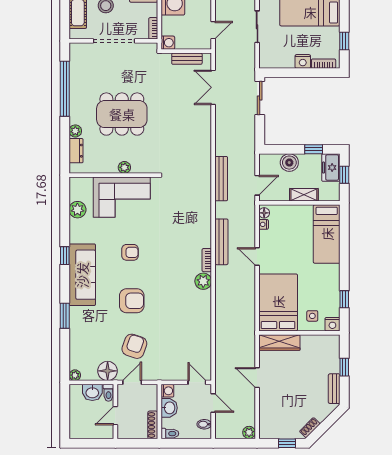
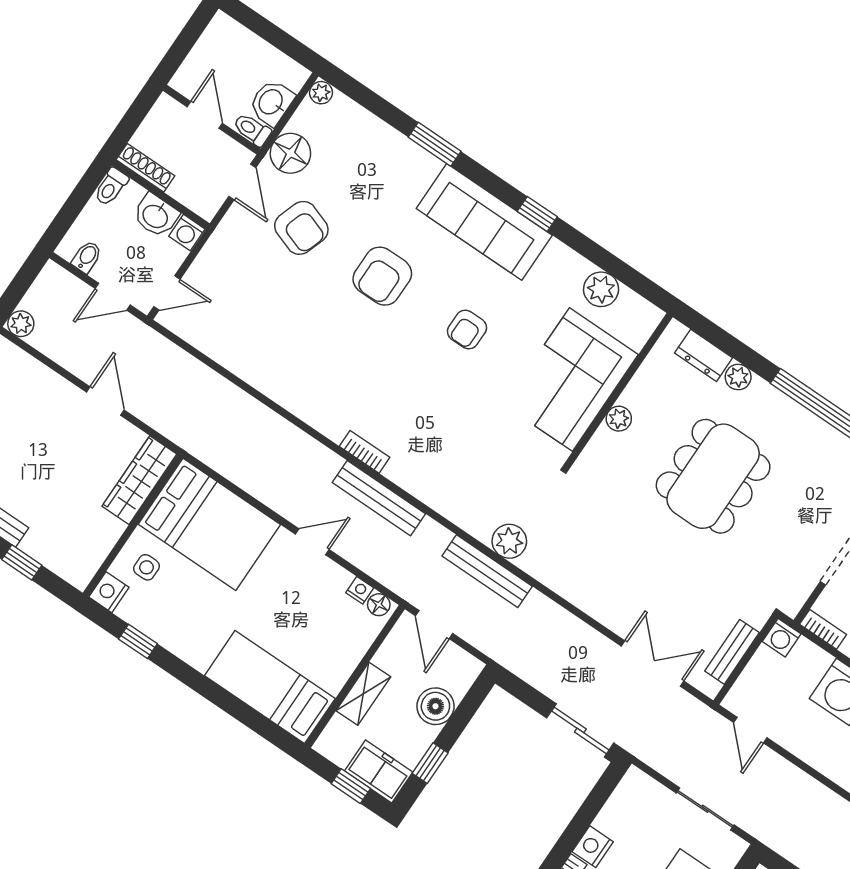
plant: (203, 281) -> (509, 541), moved
door: (257, 378) -> (105, 401), hinge flipped

